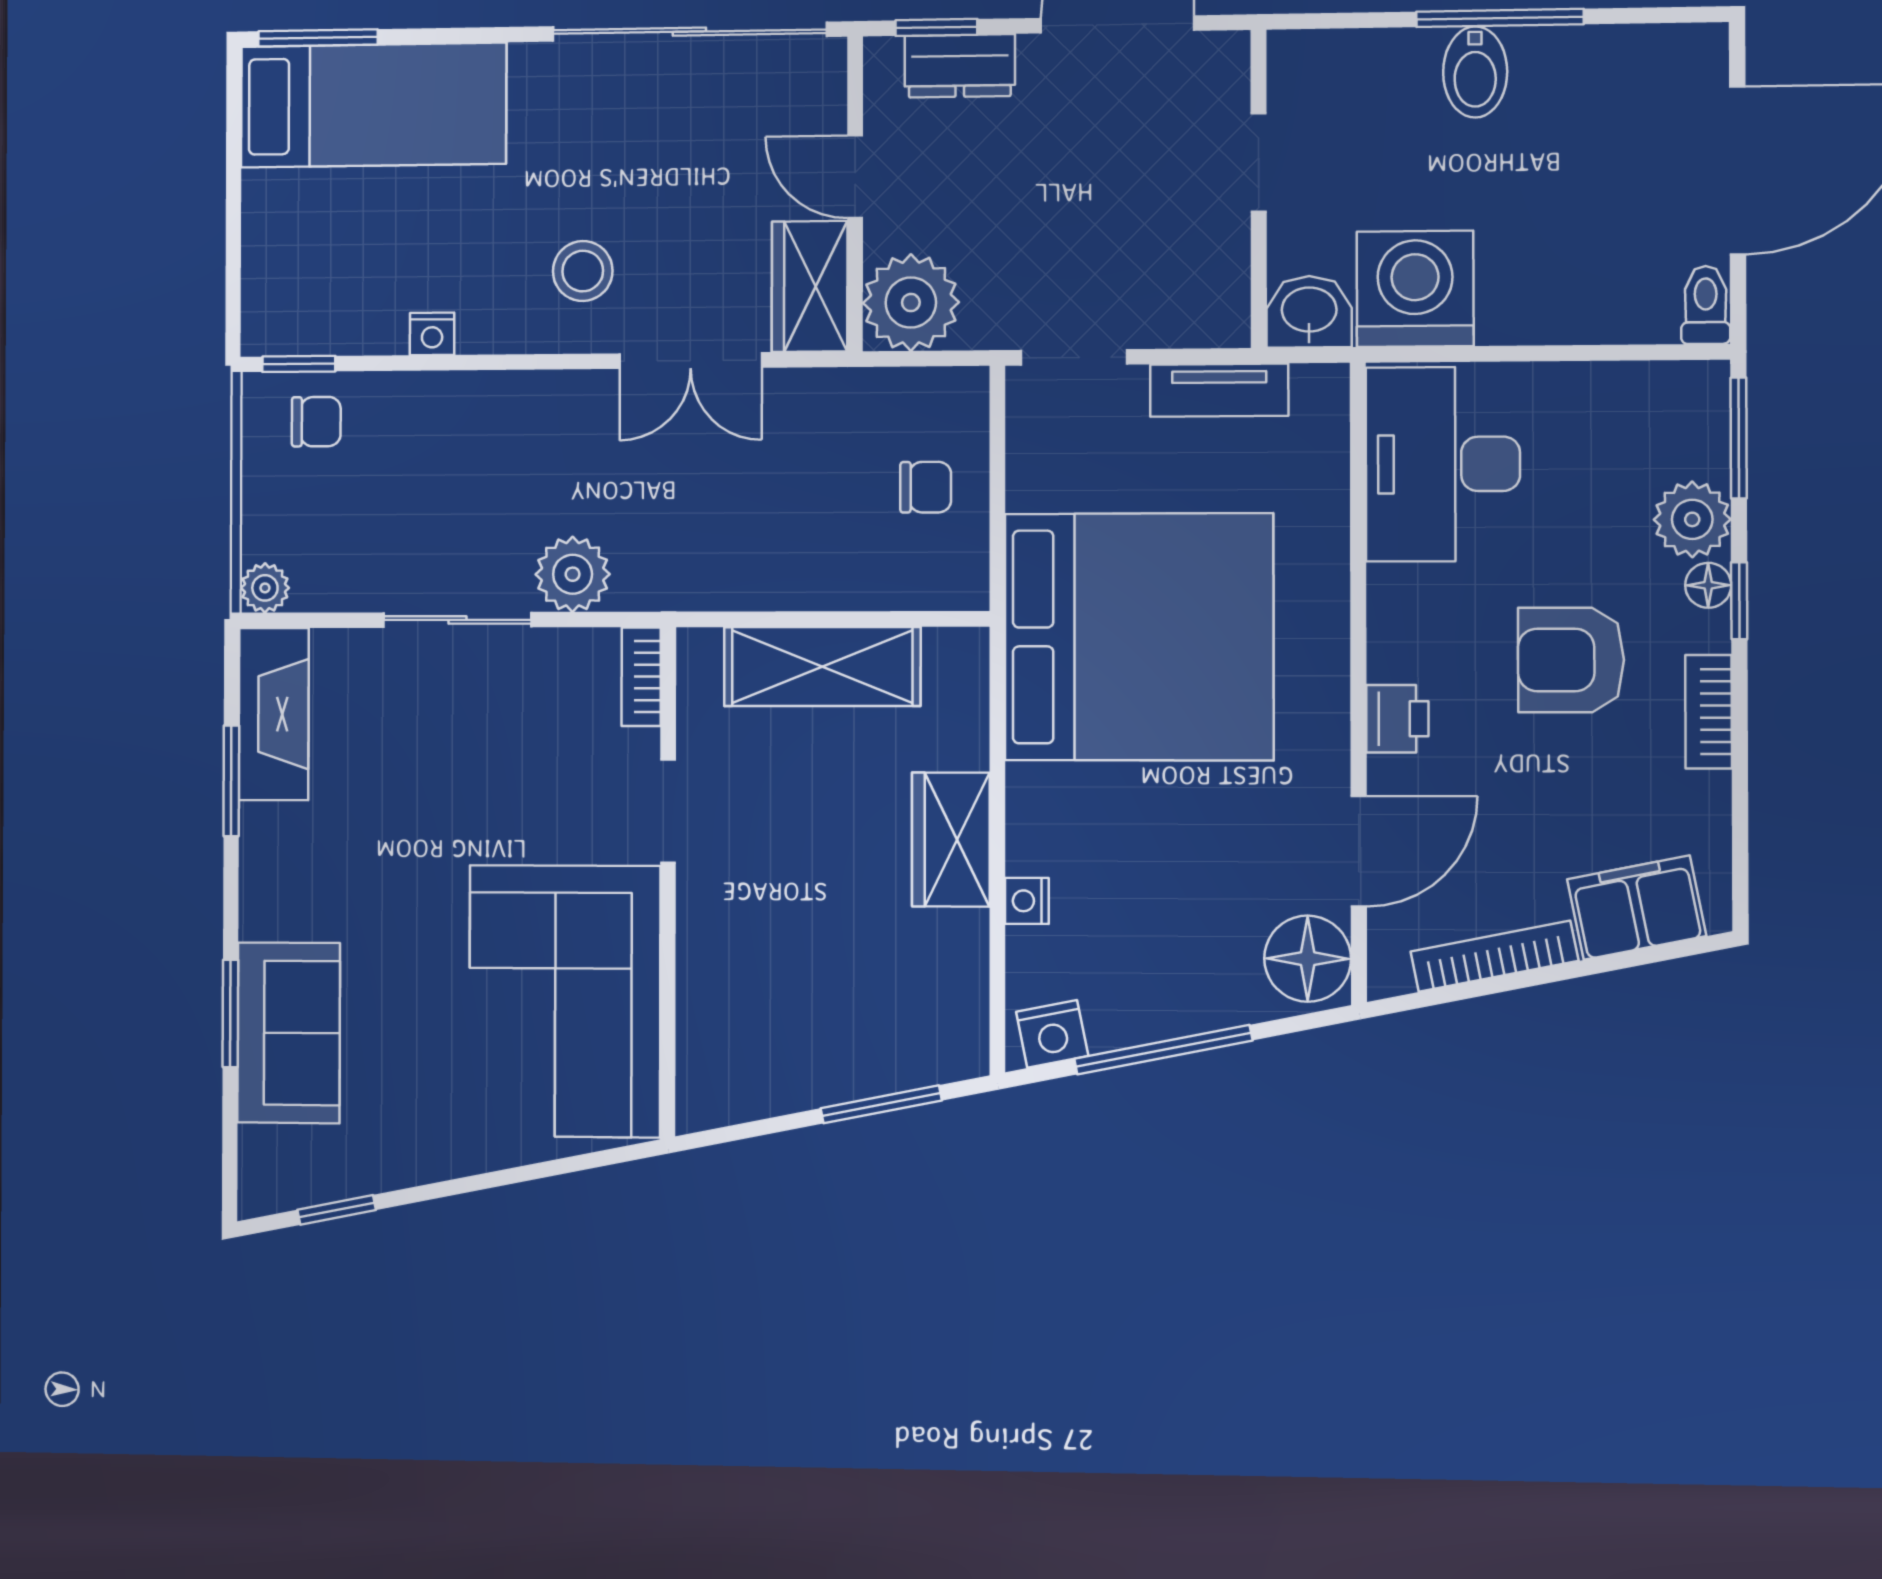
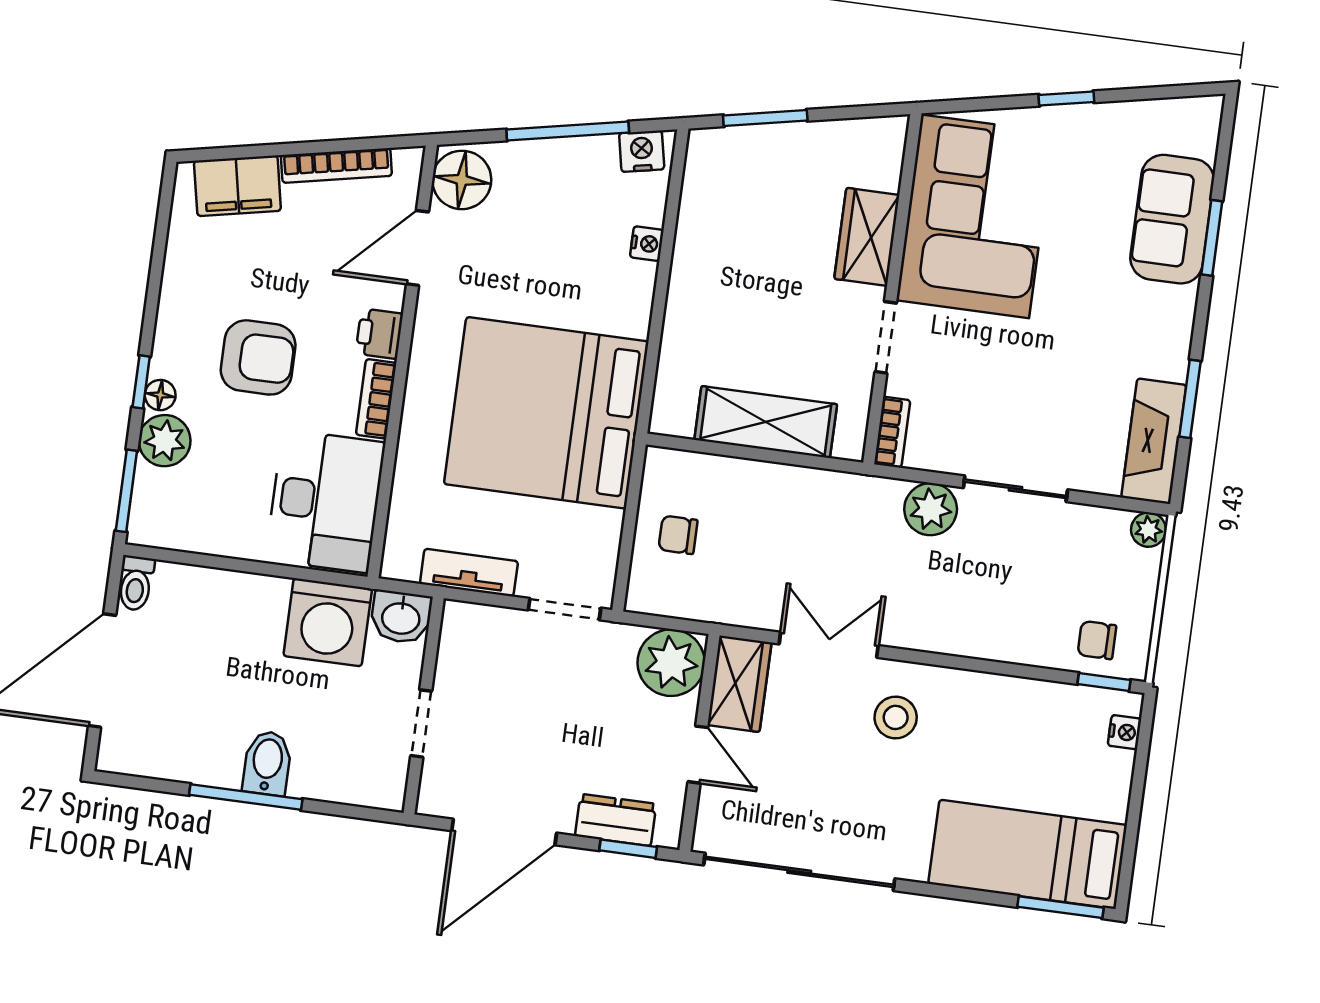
nightstand: (432, 334) -> (1125, 732), moved, turned 90
bookcase: (1709, 712) -> (376, 399), moved, turned 180
wardrobe: (951, 840) -> (867, 237), moved, turned 180
window: (337, 1210) -> (1066, 98), moved

